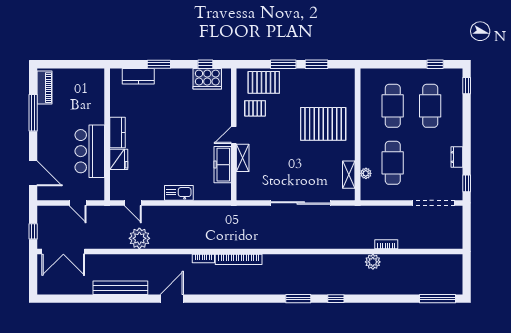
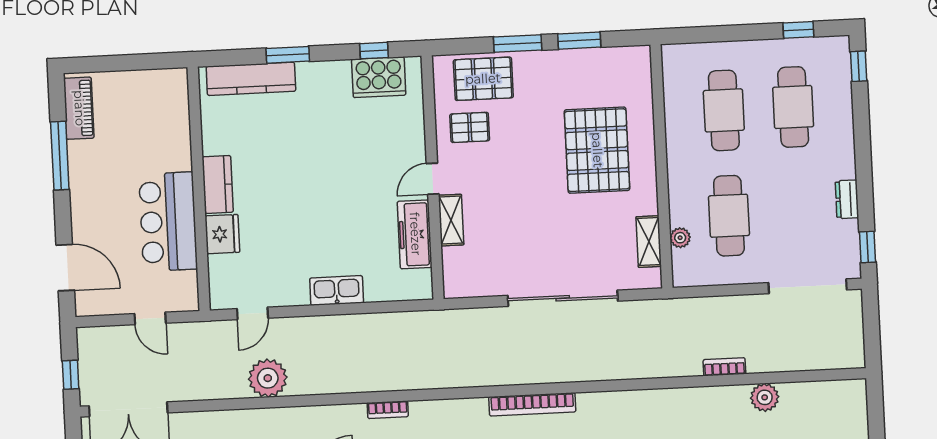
kitchen counter: (138, 76) -> (251, 79), width x1.50
pallet: (323, 124) -> (597, 150), turned 90
door: (133, 203) -> (252, 313), hinge flipped
bookcase: (239, 259) -> (532, 404), moved
plant: (373, 262) -> (765, 397), moved

